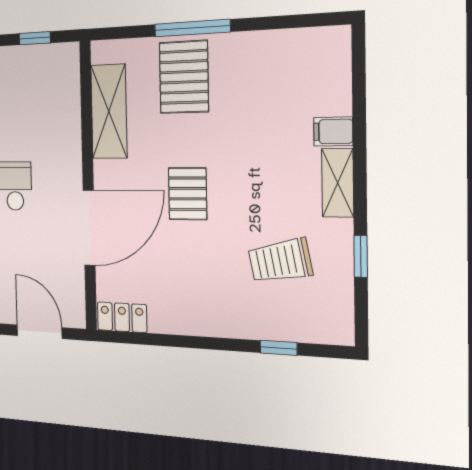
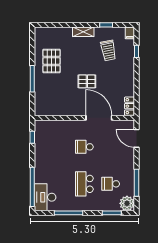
pallet: (184, 77) -> (52, 61), moved, turned 90
shelving: (109, 112) -> (59, 109), removed
filing cabinet: (333, 131) -> (130, 33), moved
door: (39, 332) -> (136, 138), hinge flipped

